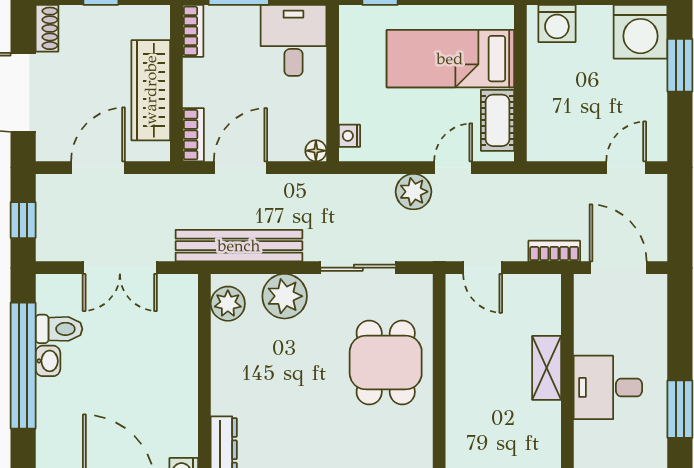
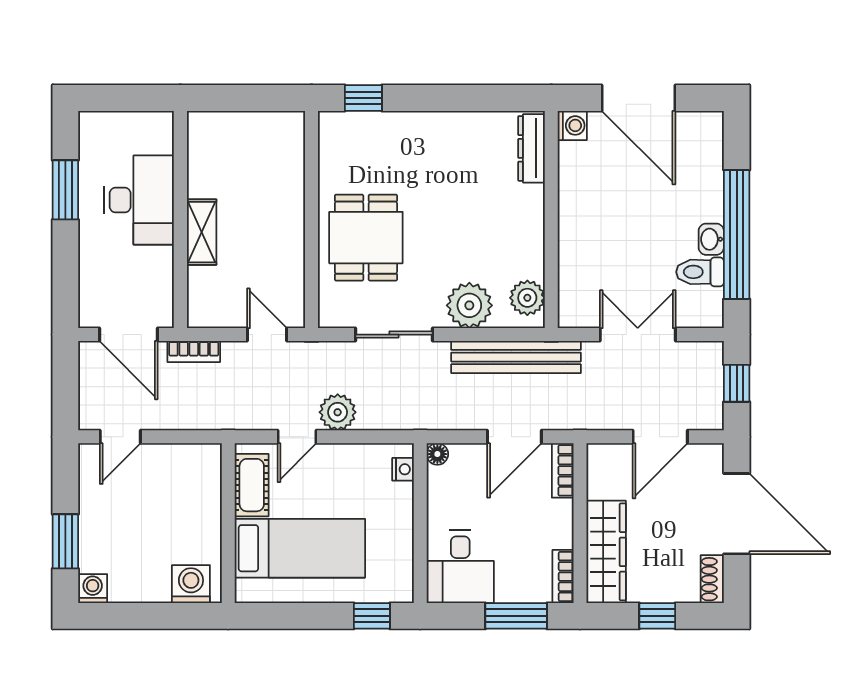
washing machine: (641, 32) -> (93, 589), width x0.53, depth x0.53
wardrobe: (151, 90) -> (606, 552), moved
desk: (608, 387) -> (139, 200), width x1.37

